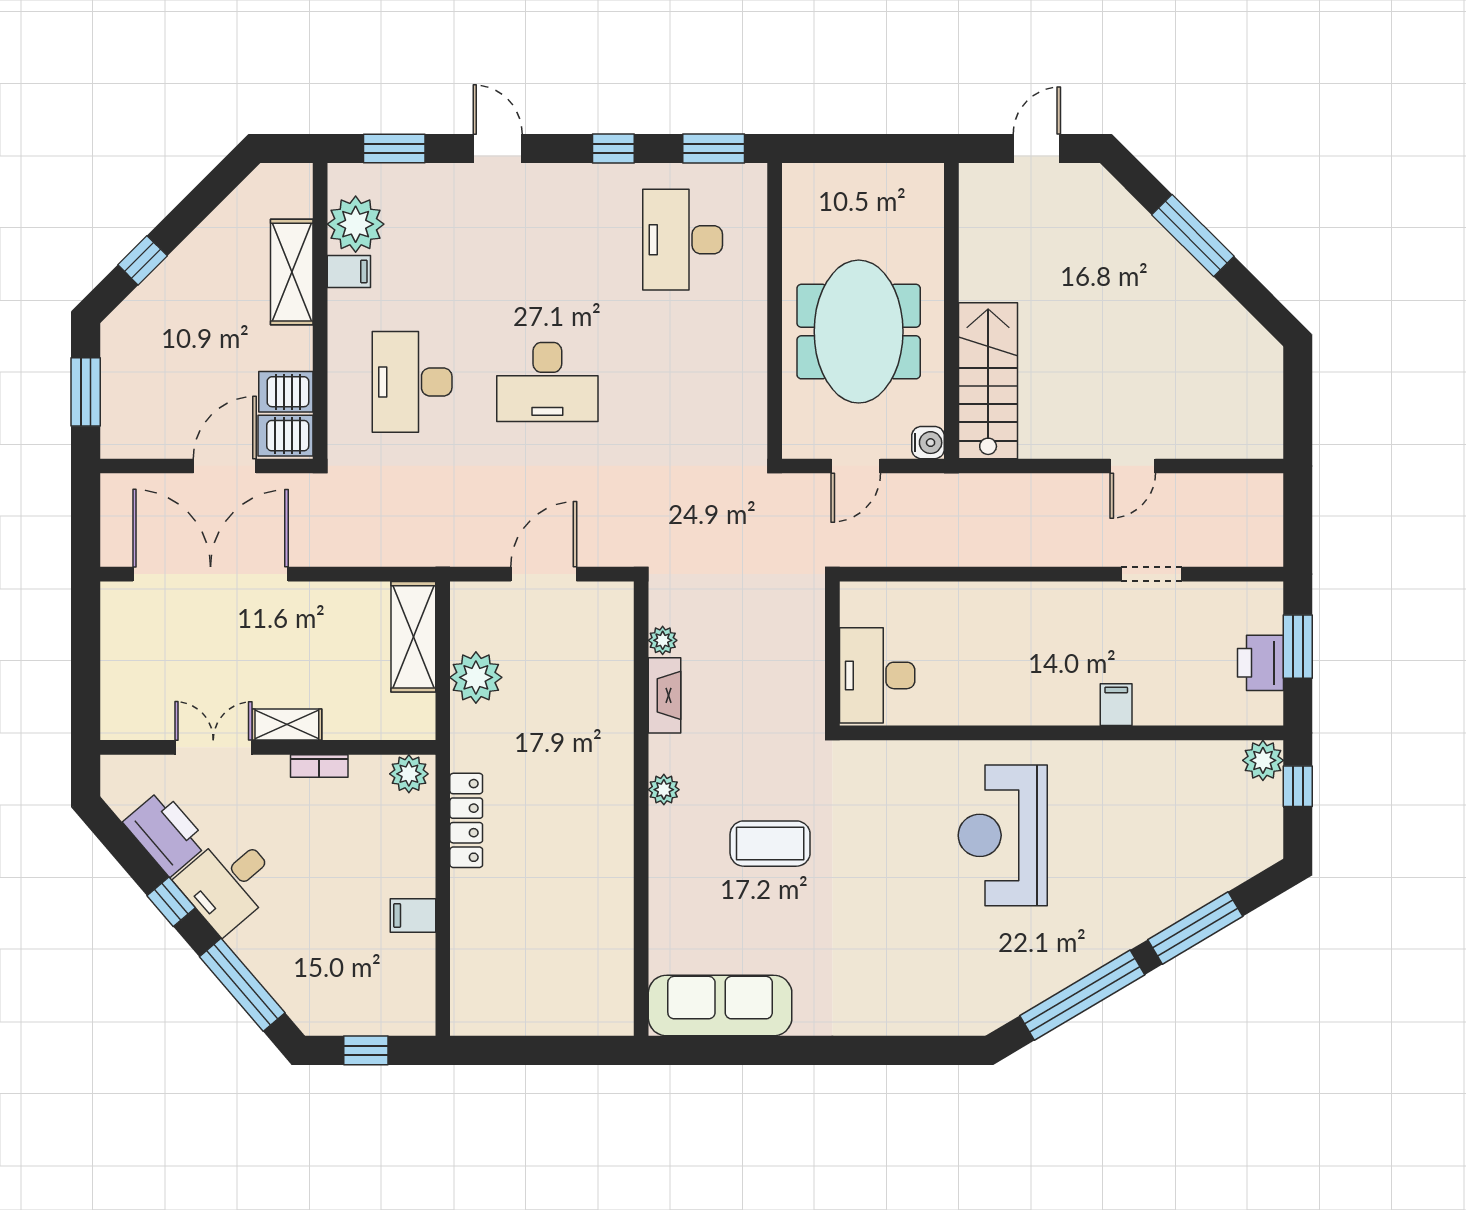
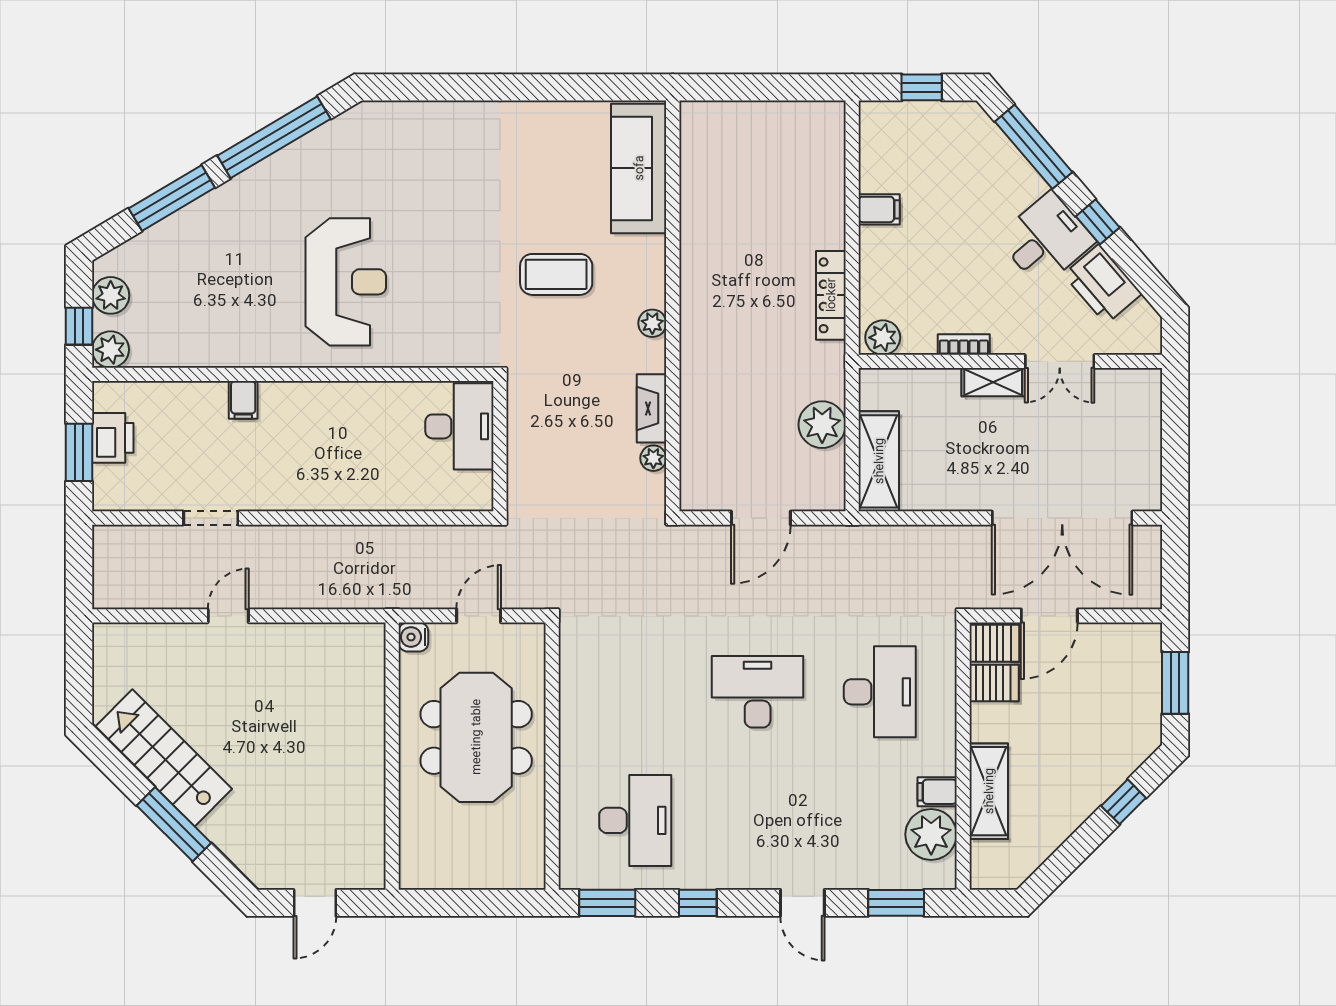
stairs: (988, 381) -> (163, 758), moved, turned 135
plant: (1263, 820) -> (111, 295), added
sofa: (720, 1005) -> (639, 168), moved, turned 90

